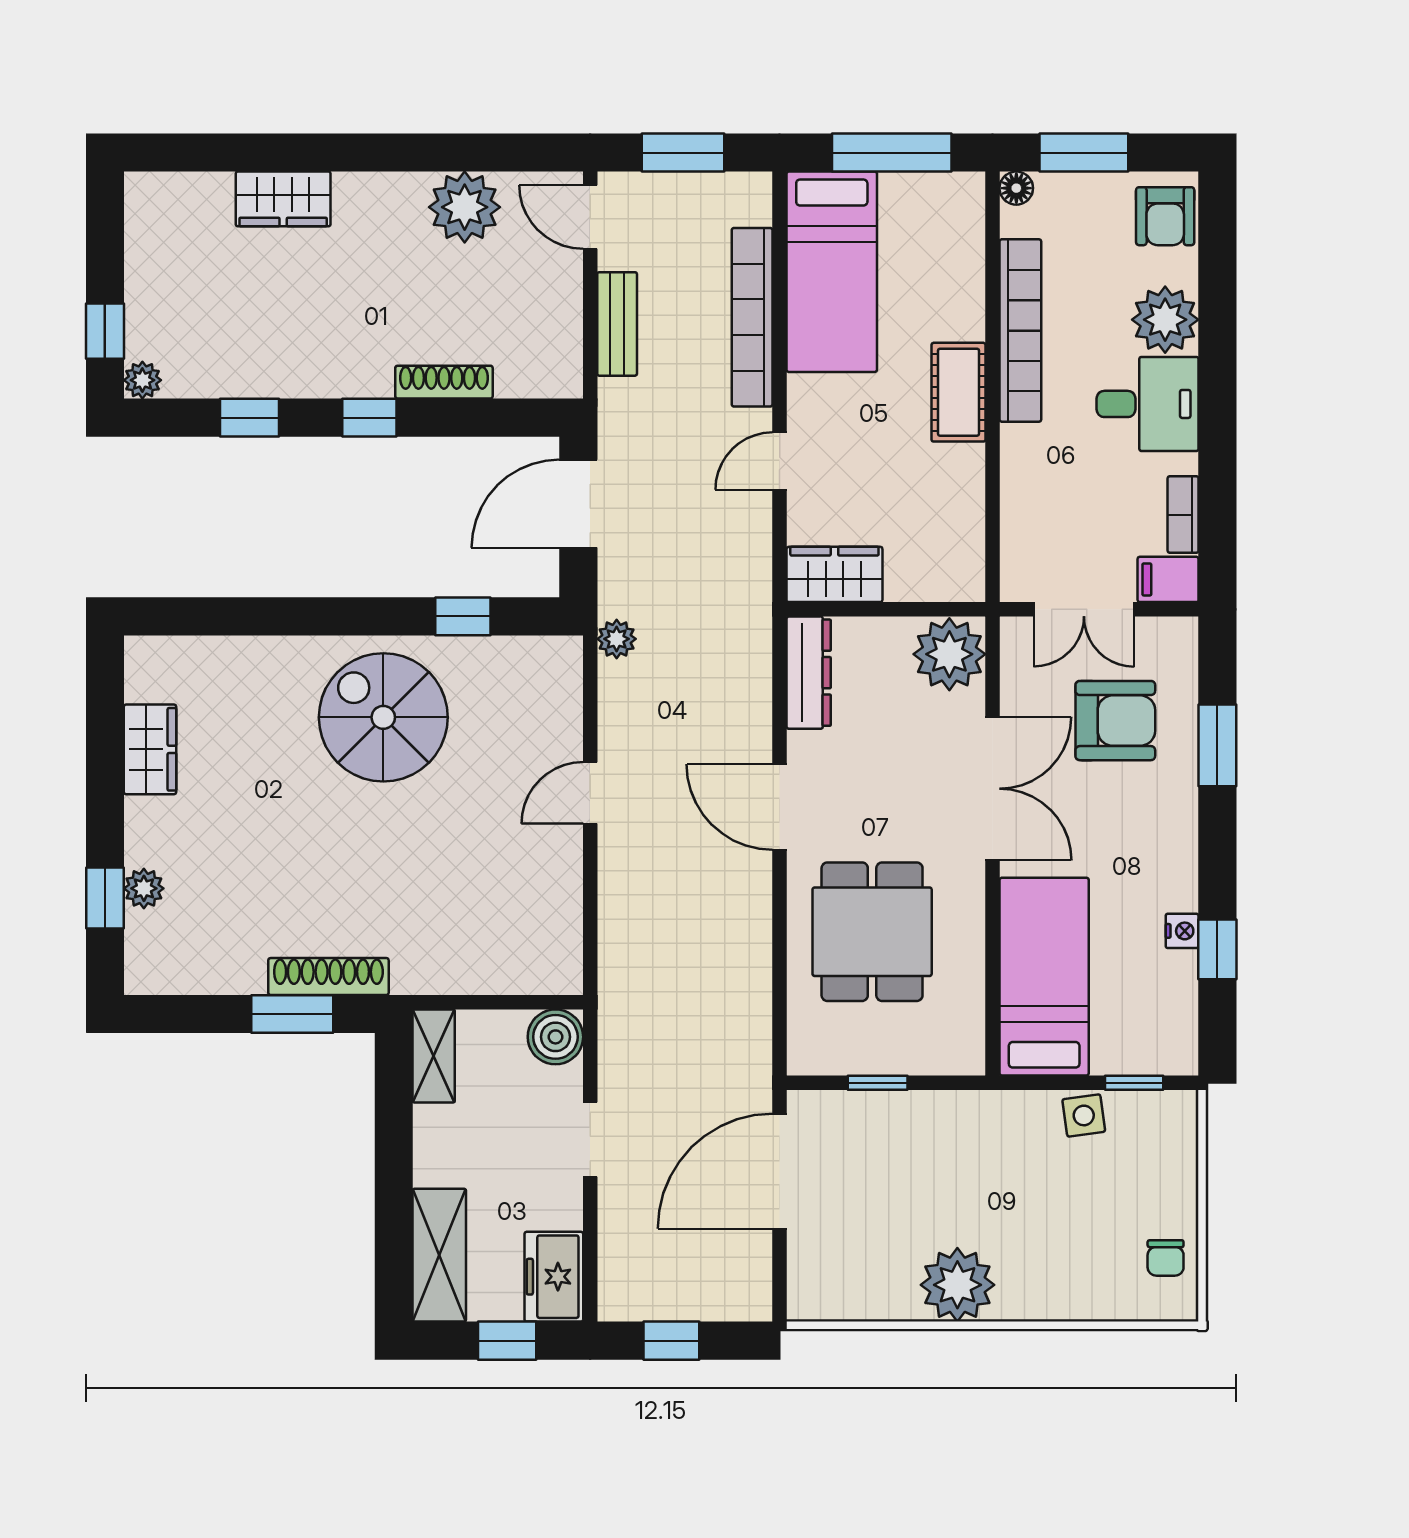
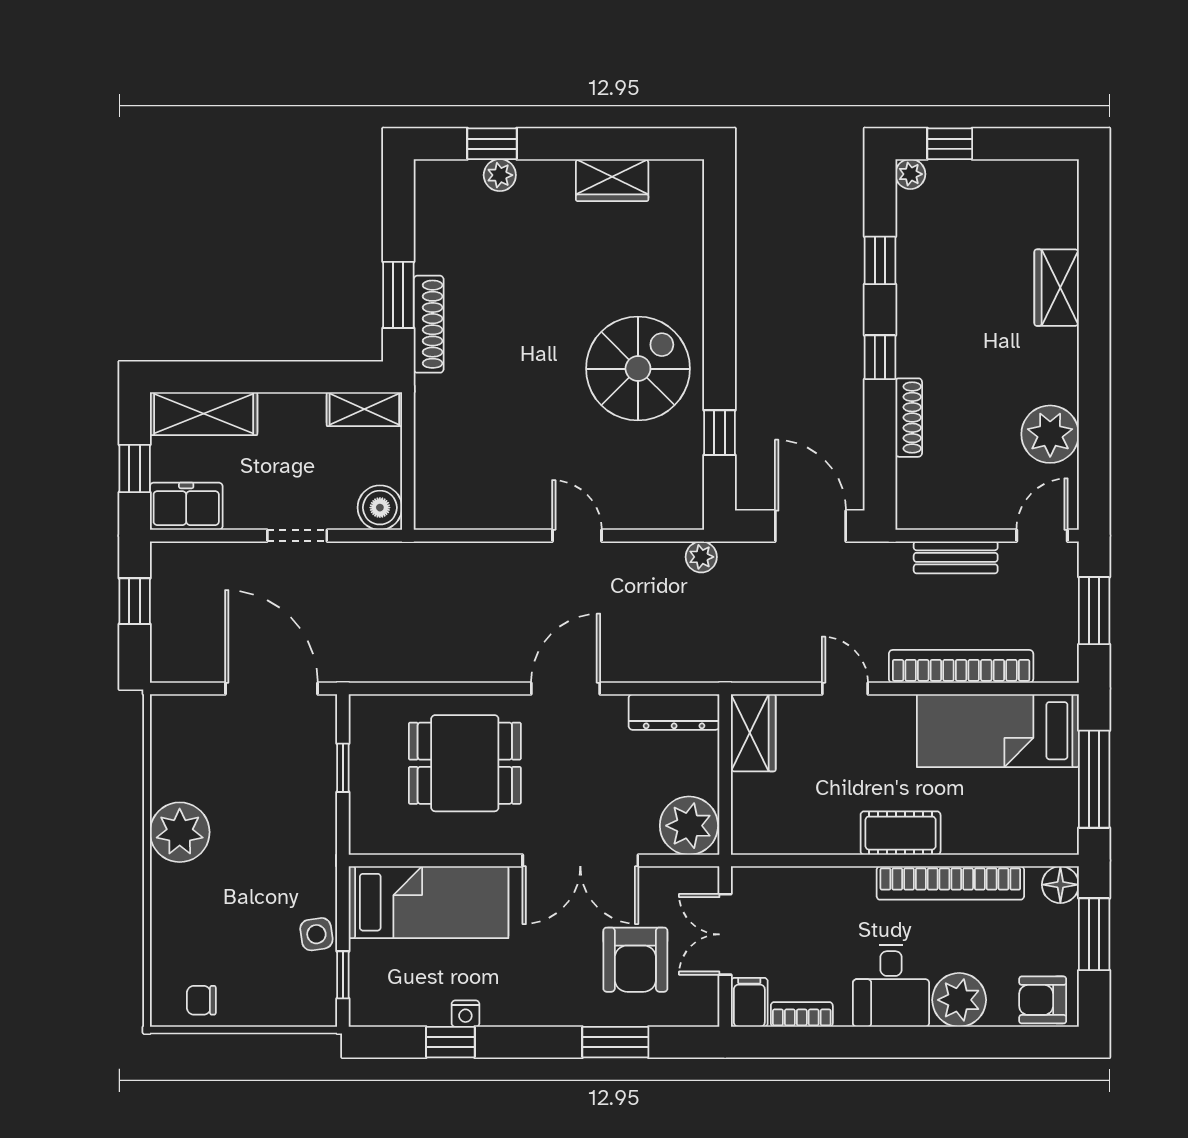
floor lamp: (1016, 188) -> (1060, 885), width x1.37, depth x1.37

